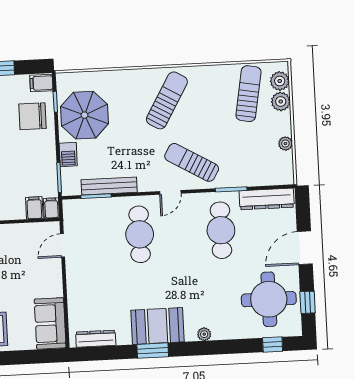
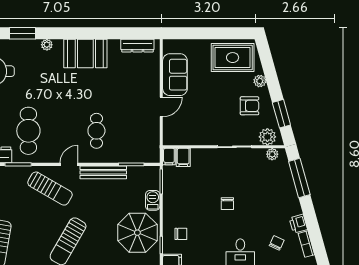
chair: (32, 116) -> (181, 234), width x0.54, depth x0.54
bench: (109, 186) -> (103, 172), moved
cafe table: (140, 234) -> (96, 131), width x0.73, depth x0.74
door: (63, 245) -> (161, 107), moved
sofa: (50, 323) -> (175, 75), moved
window: (153, 351) -> (22, 33), moved

